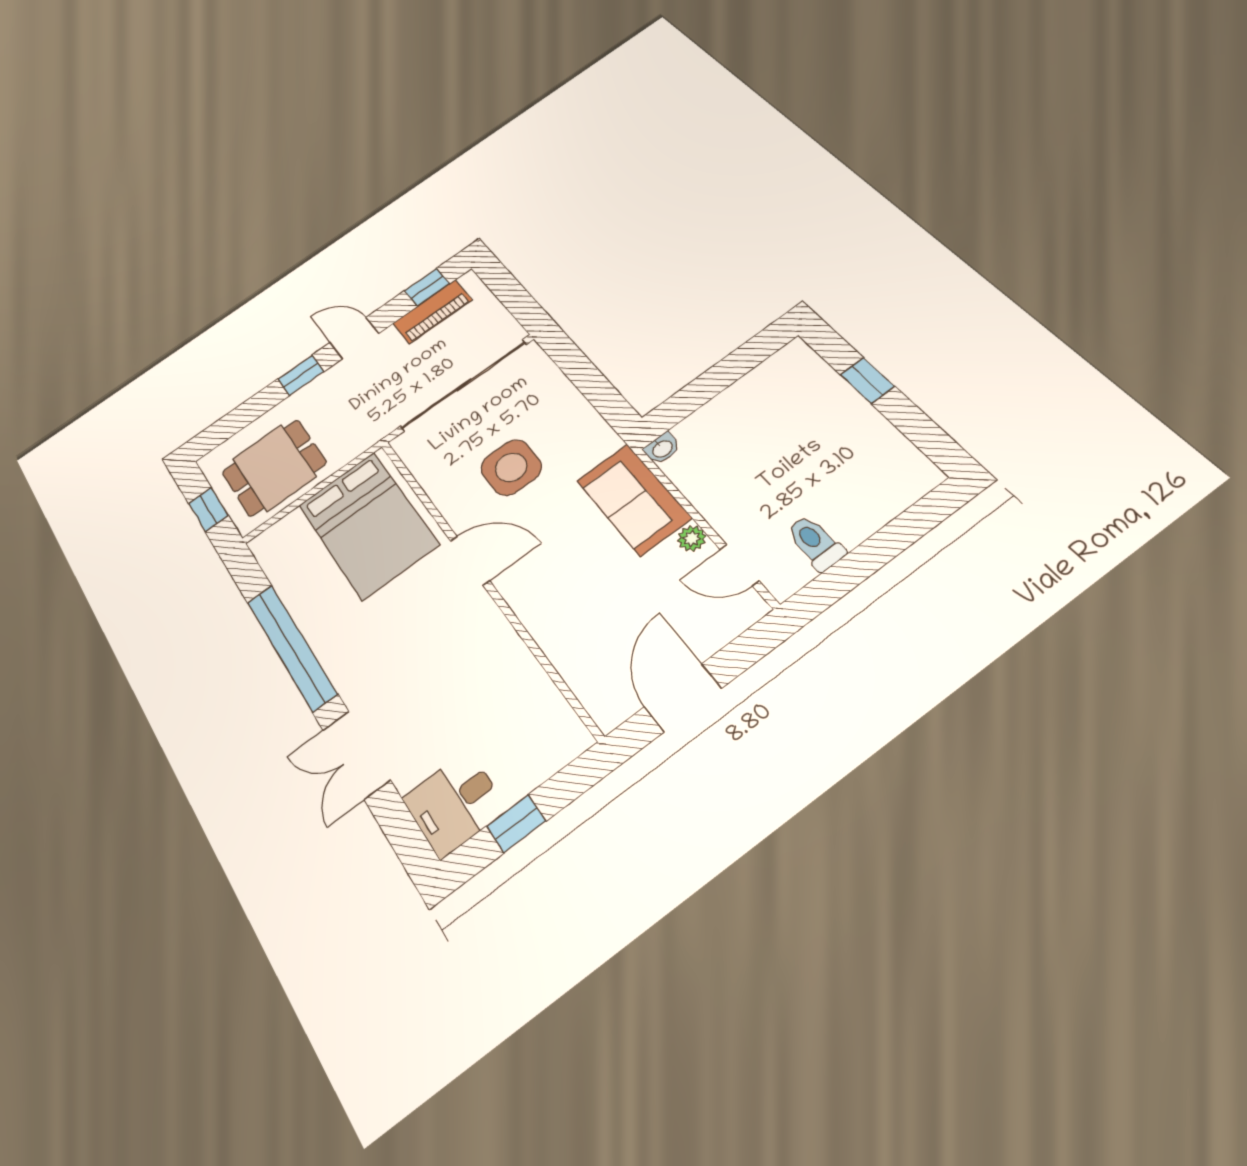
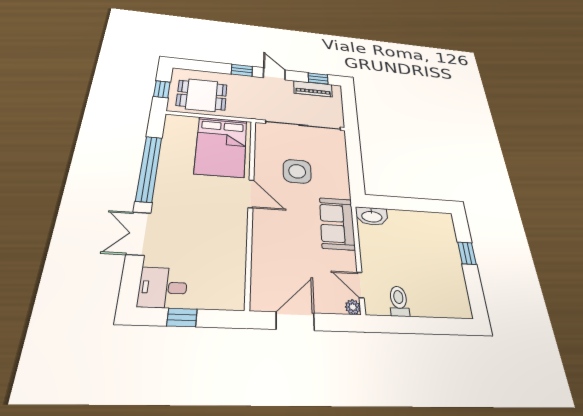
washbasin: (662, 448) -> (372, 216), width x1.91, depth x1.45
plant: (692, 539) -> (353, 307), moved

